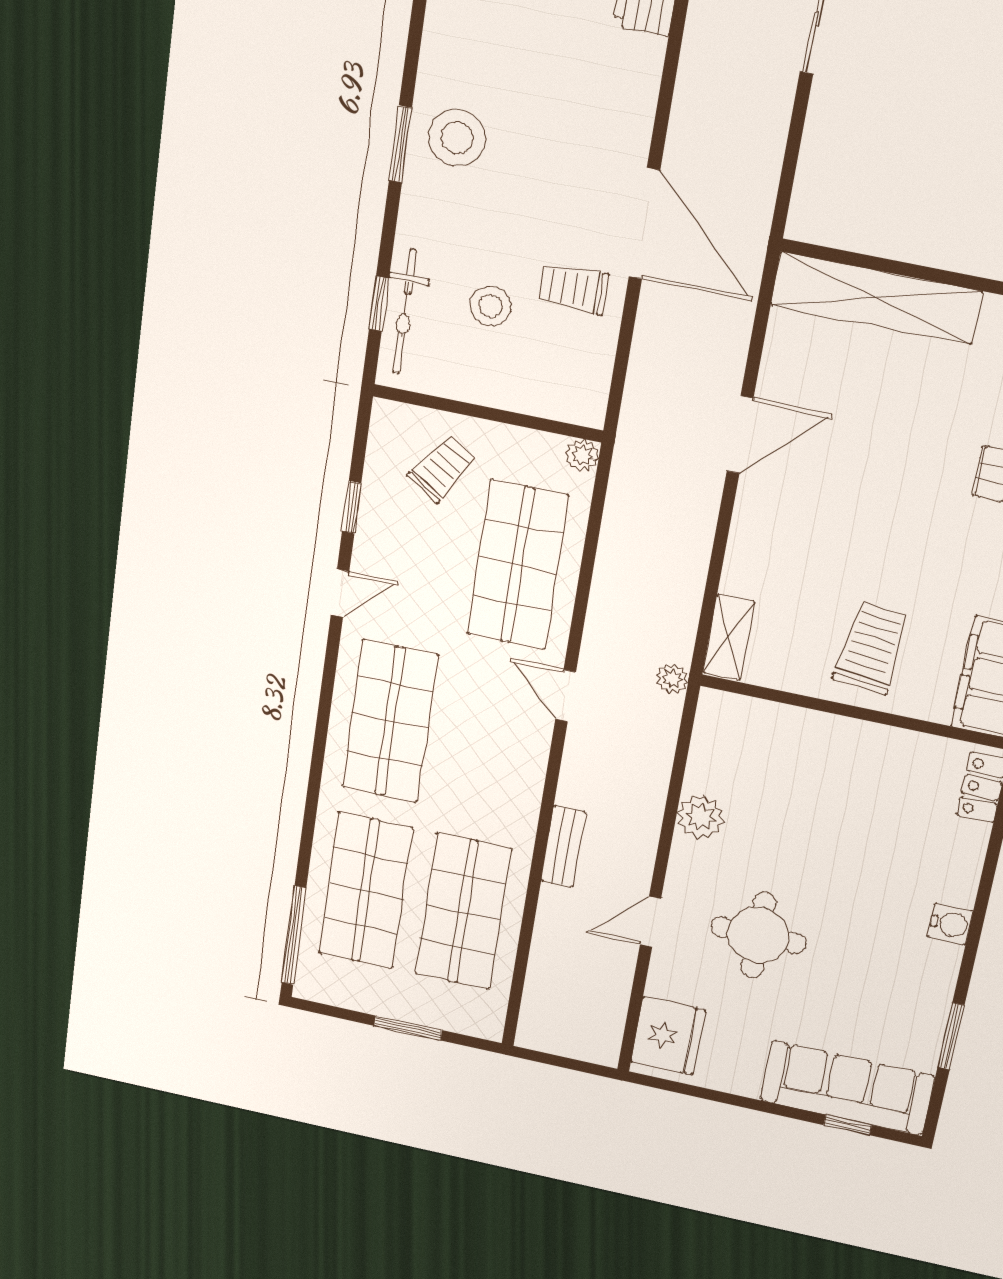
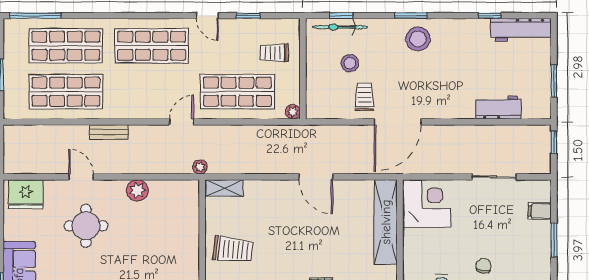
corner desk: (850, 193) -> (427, 204), added
trolley: (442, 468) -> (274, 53), turned 147

